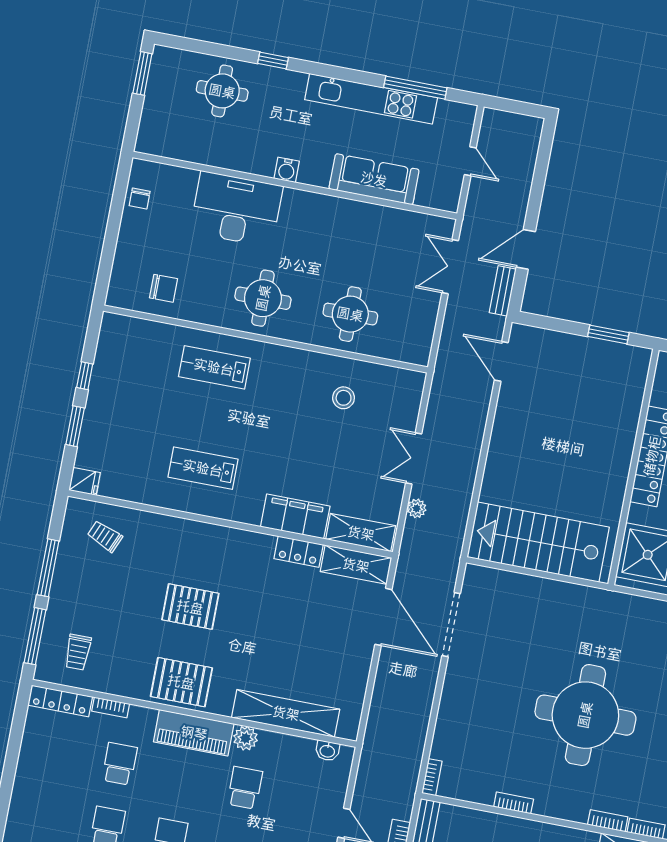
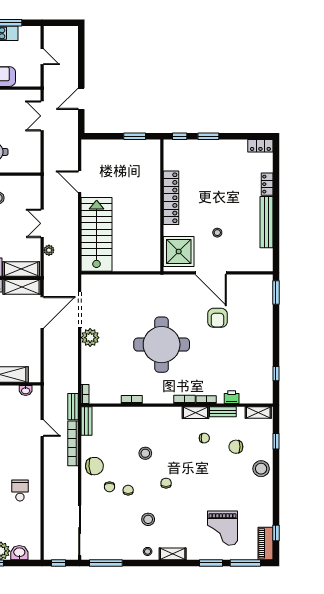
bench: (503, 291) -> (73, 407), moved
door: (501, 361) -> (80, 182), moved
stairs: (538, 542) -> (97, 234), moved, turned 90
door: (383, 617) -> (42, 312), hinge flipped
plant: (460, 678) -> (90, 338), added

